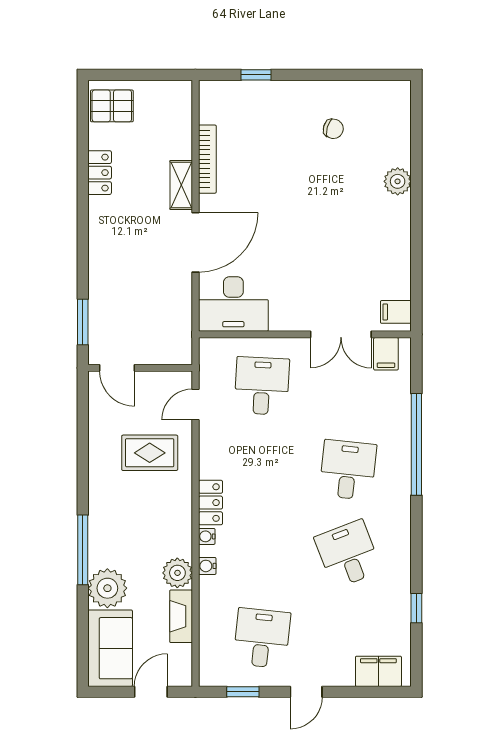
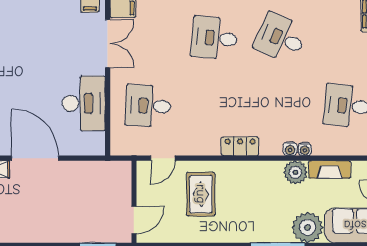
desk: (233, 304) -> (84, 103), moved
door: (195, 404) -> (163, 158), hinge flipped
water cooler: (207, 536) -> (305, 149), moved
desk: (348, 554) -> (281, 38), turned 45

